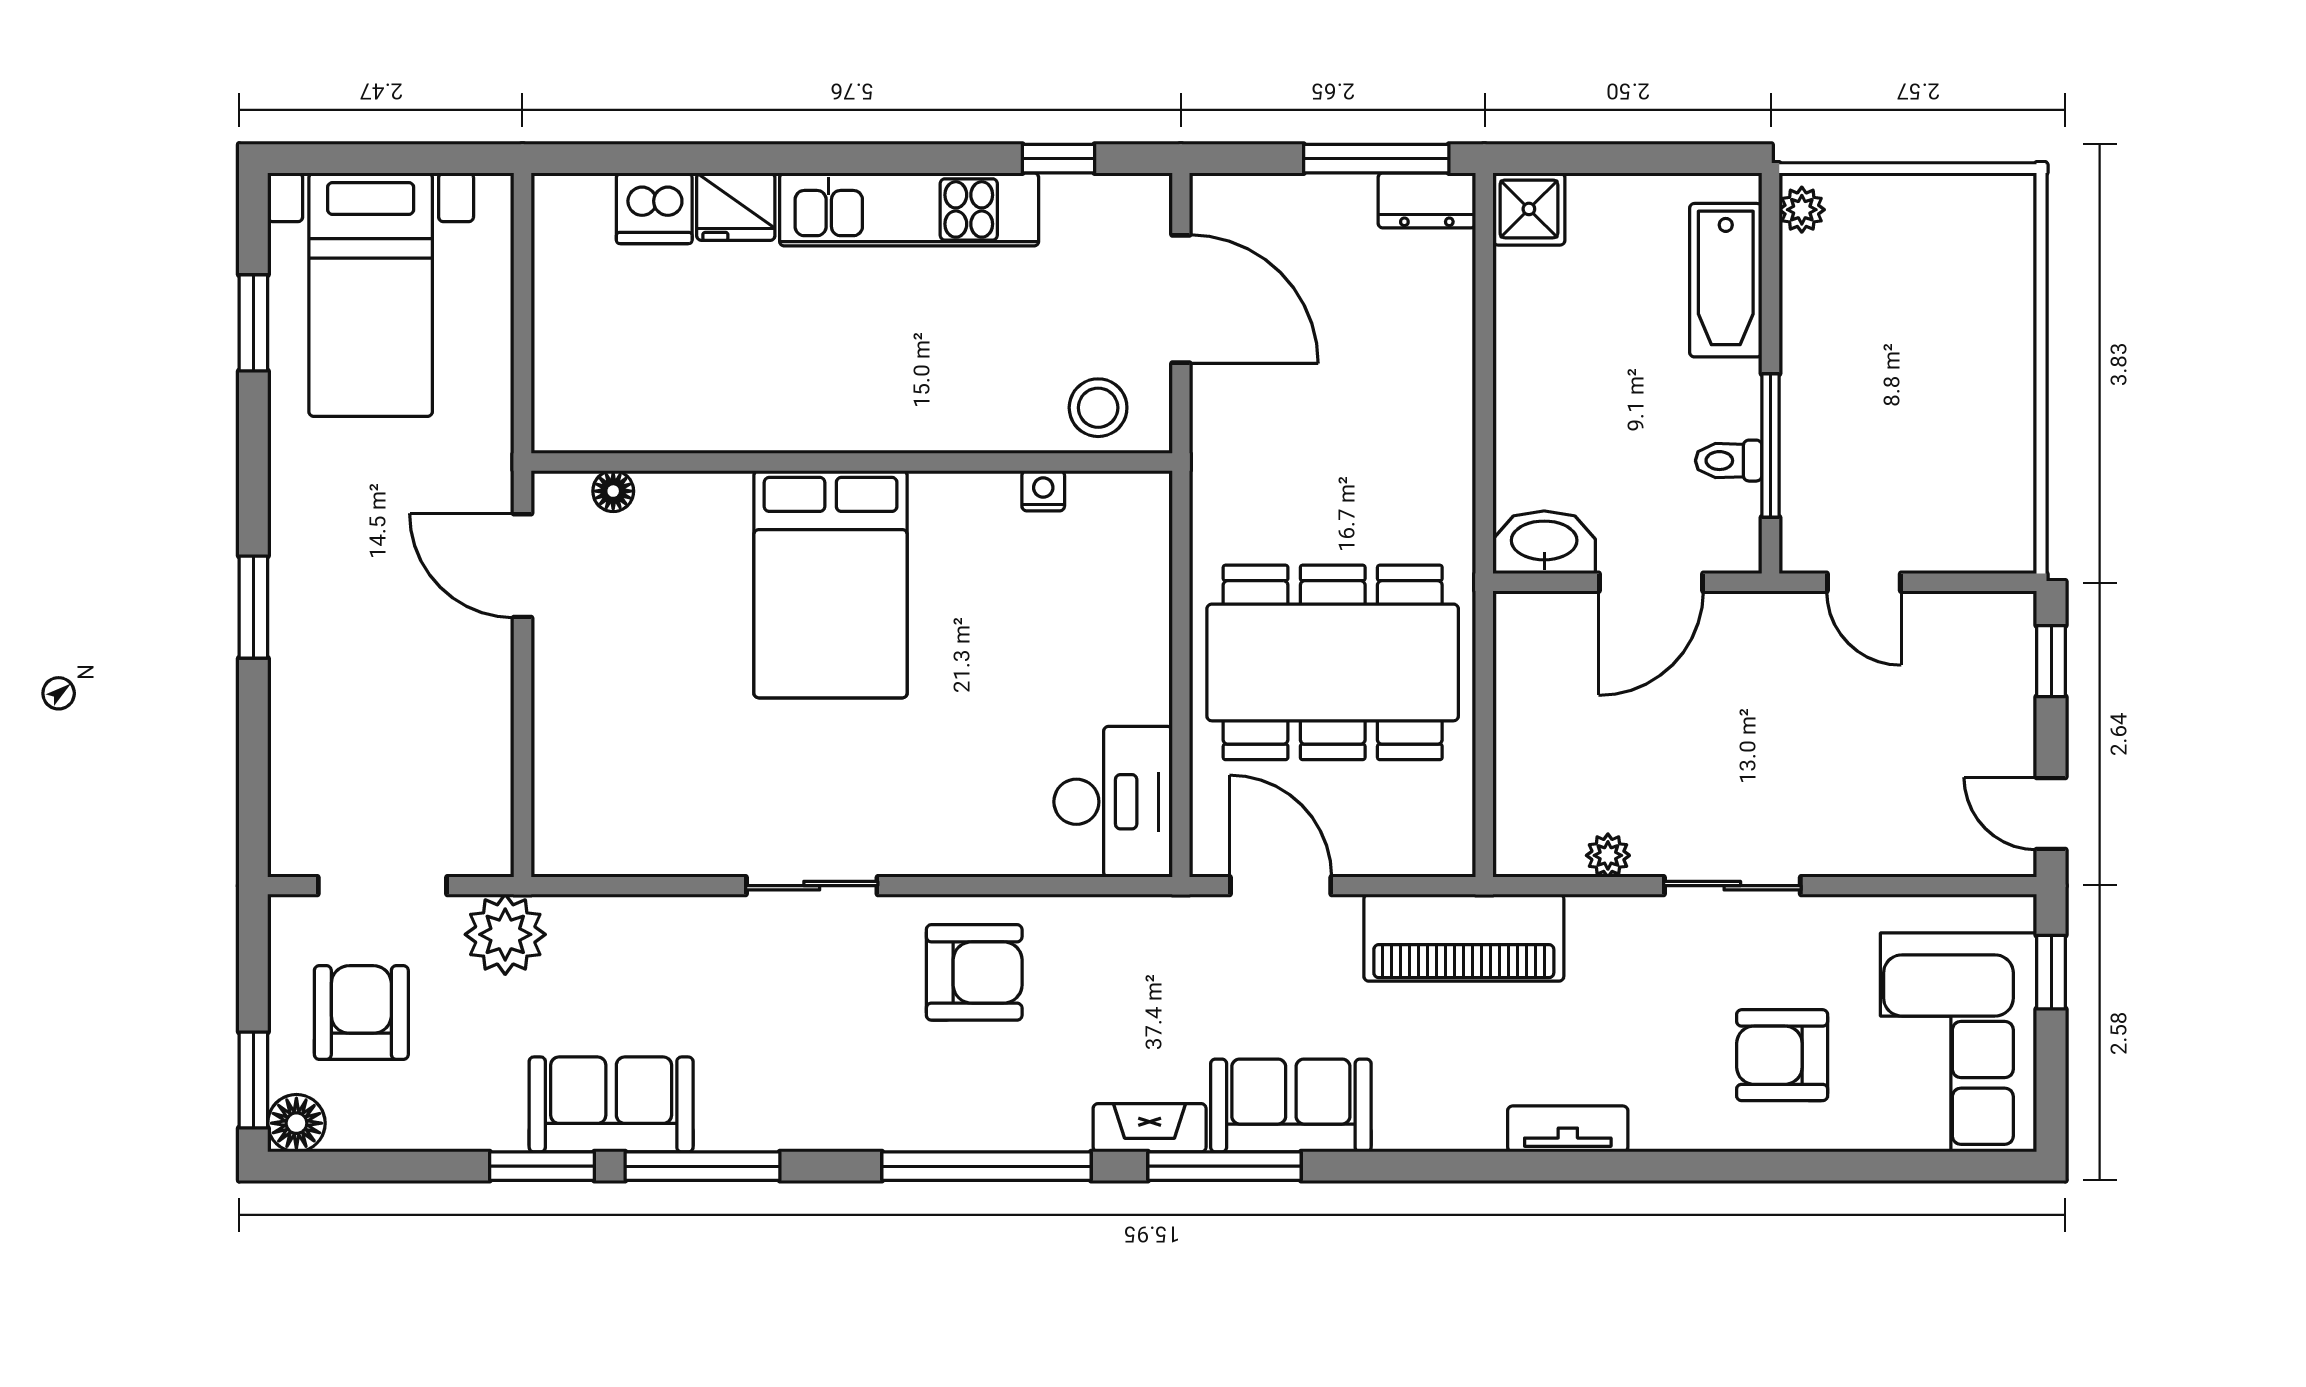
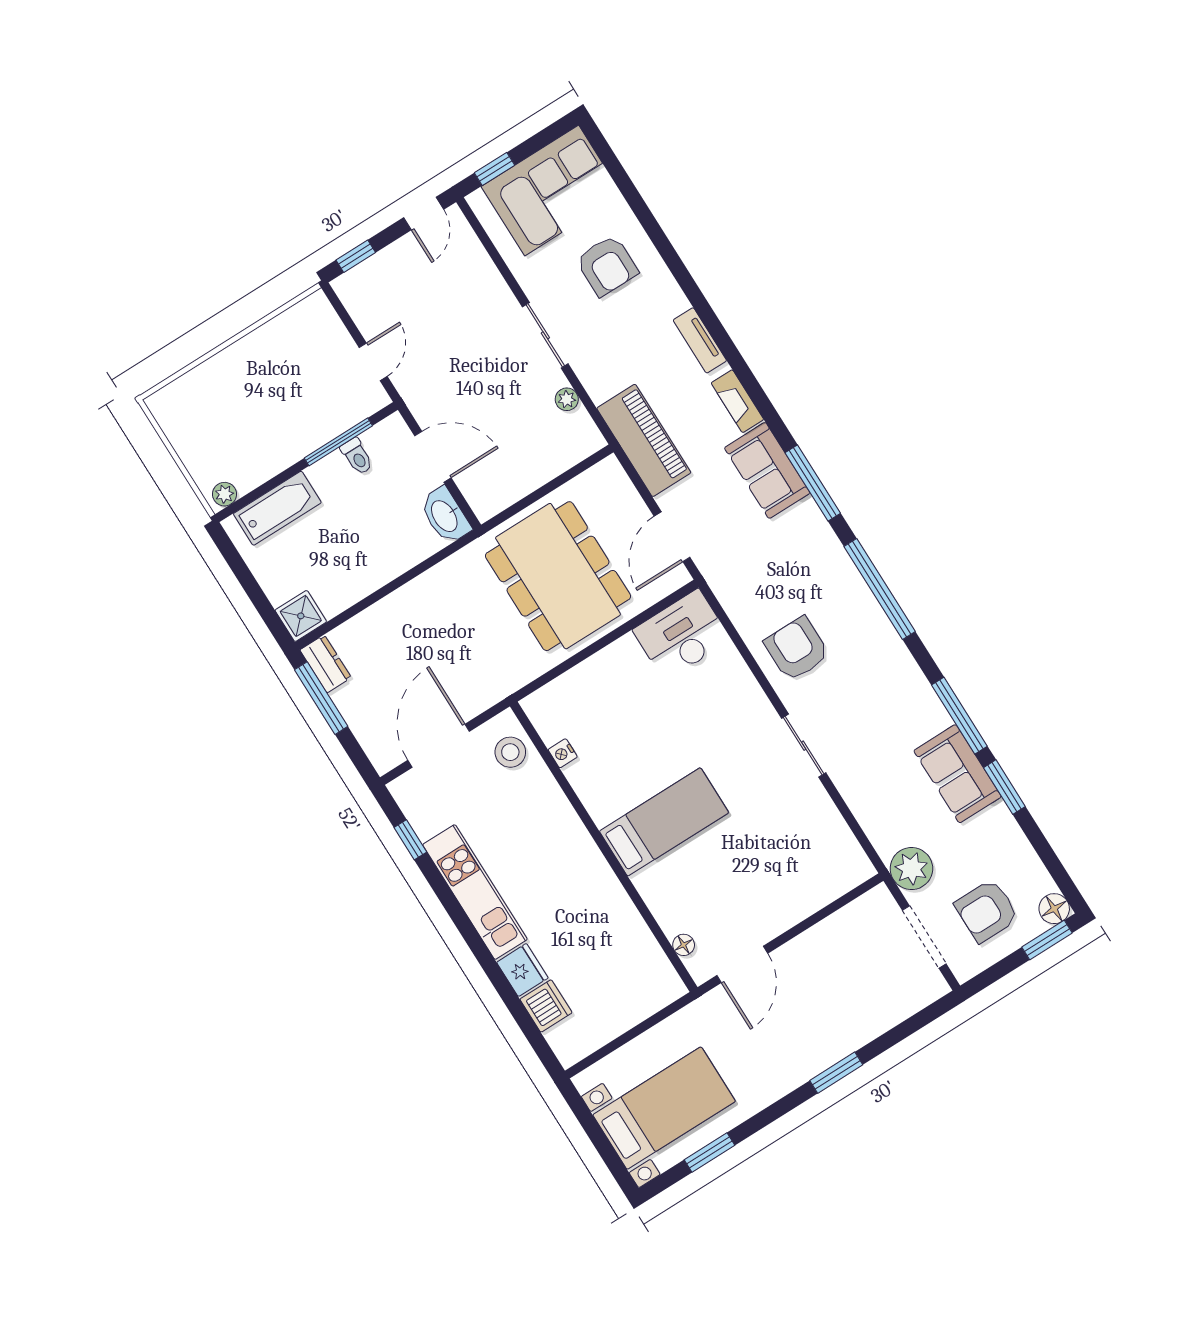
bed: (831, 584) -> (664, 822), width x0.67
fireplace: (1150, 1128) -> (737, 401), moved

